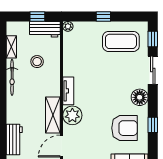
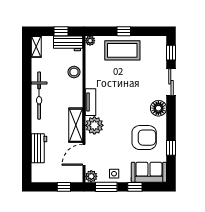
coffee table: (121, 41) -> (122, 50), moved
shelving: (11, 47) -> (36, 47), moved
stool: (37, 62) -> (74, 72), moved
bicycle: (12, 77) -> (39, 96), width x1.37, depth x1.40
window: (153, 125) -> (171, 148), moved

